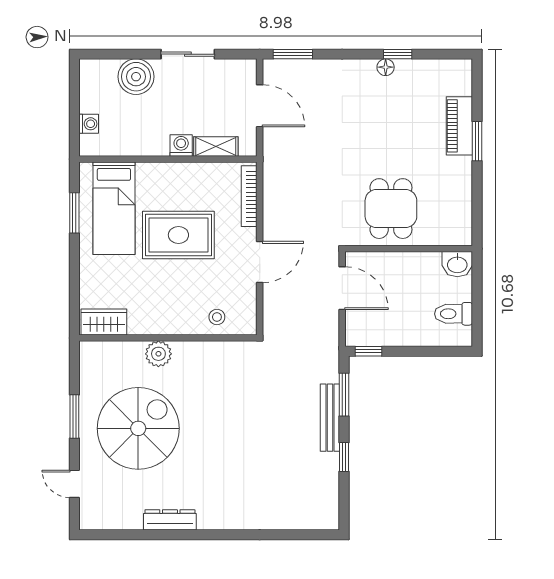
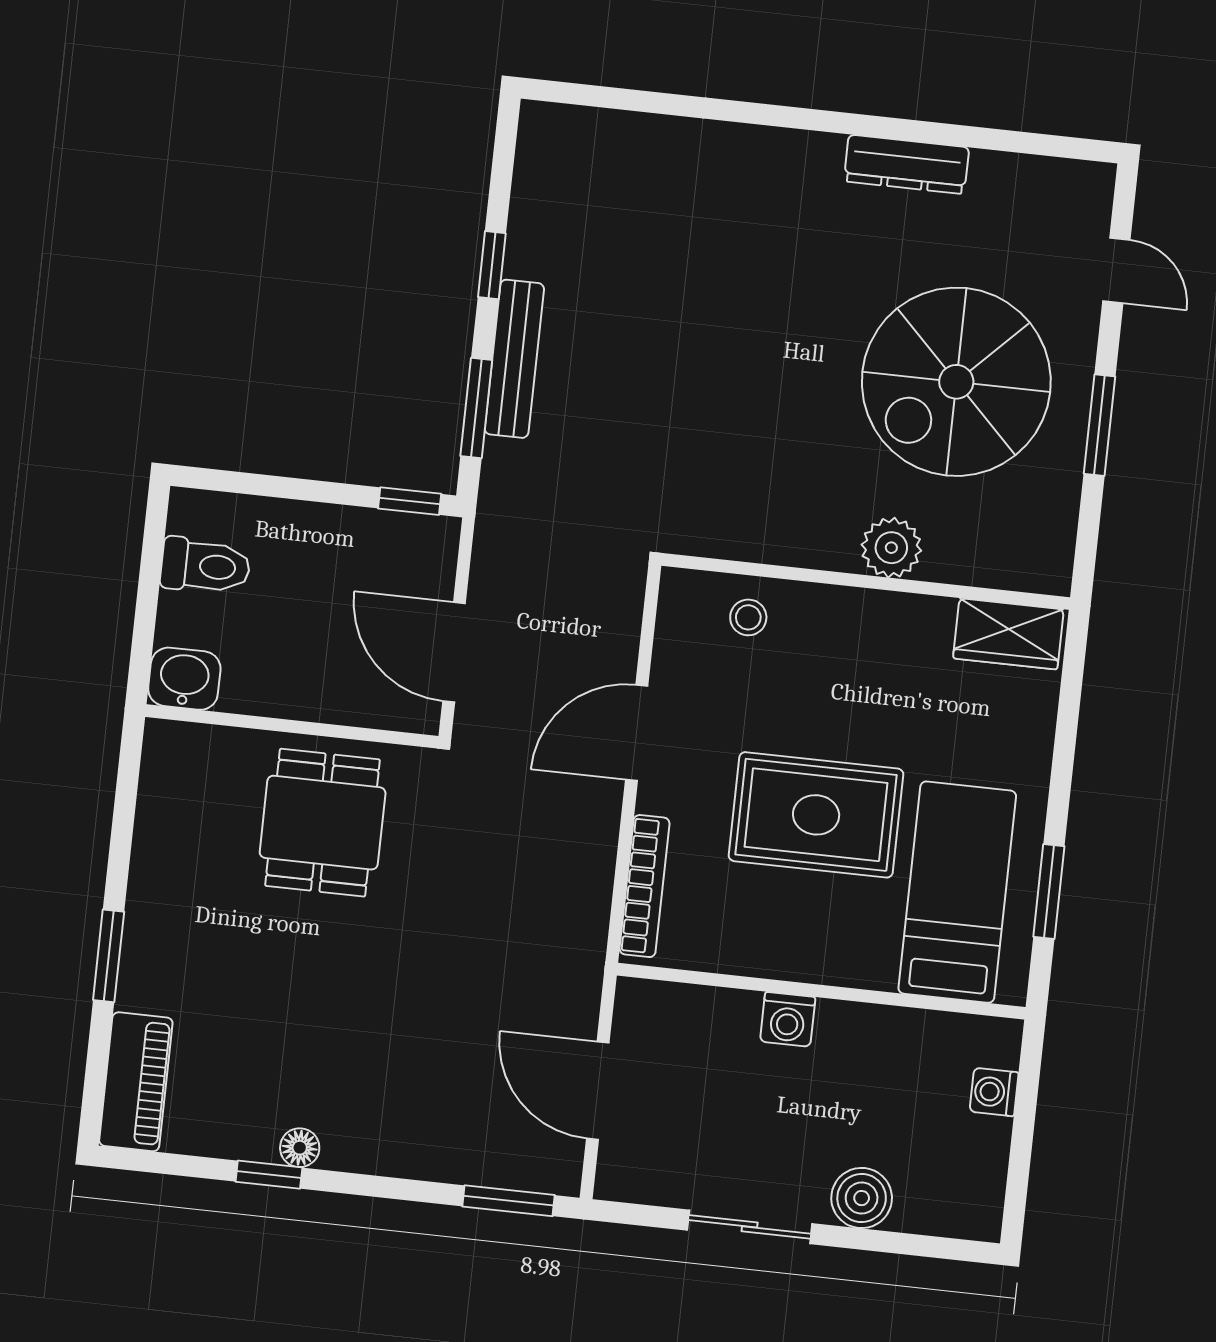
boiler: (136, 77) -> (862, 1198), width x0.73, depth x0.73
piano: (459, 126) -> (136, 1082), moved
shelving: (216, 147) -> (708, 1008), removed

